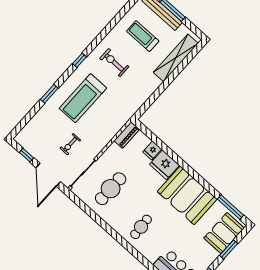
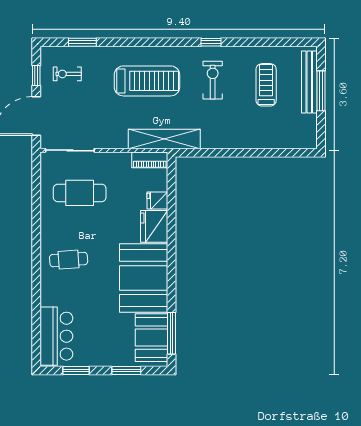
shelving: (176, 58) -> (164, 139), moved
window: (80, 60) -> (211, 42), moved
window: (49, 94) -> (82, 42), moved
treadmill: (83, 98) -> (147, 81), turned 180
exercise bike: (70, 144) -> (67, 74), moved
booth: (224, 233) -> (152, 338), moved, turned 90

